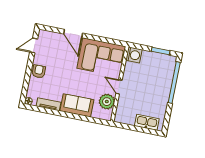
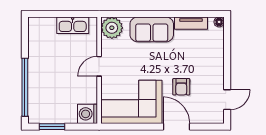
armchair: (39, 71) -> (181, 87), moved
door: (119, 87) -> (99, 66), swing flipped
plant: (107, 102) -> (112, 28), moved
kitchen sink: (147, 122) -> (73, 25), moved

